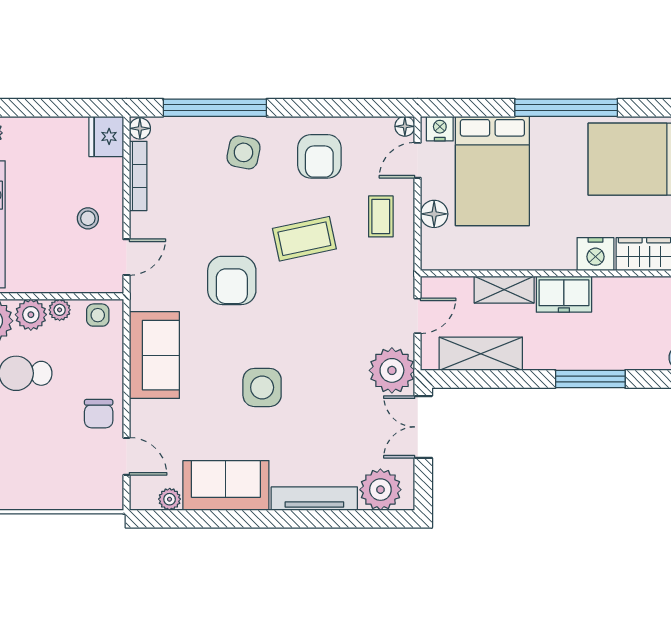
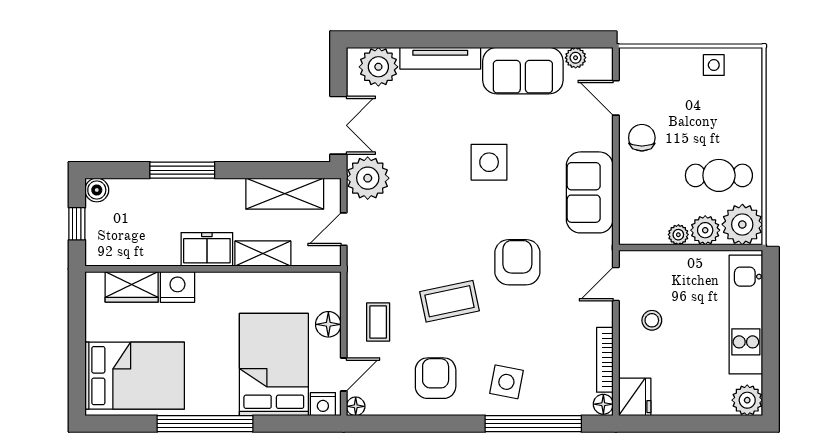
side table: (98, 315) -> (714, 65), moved

